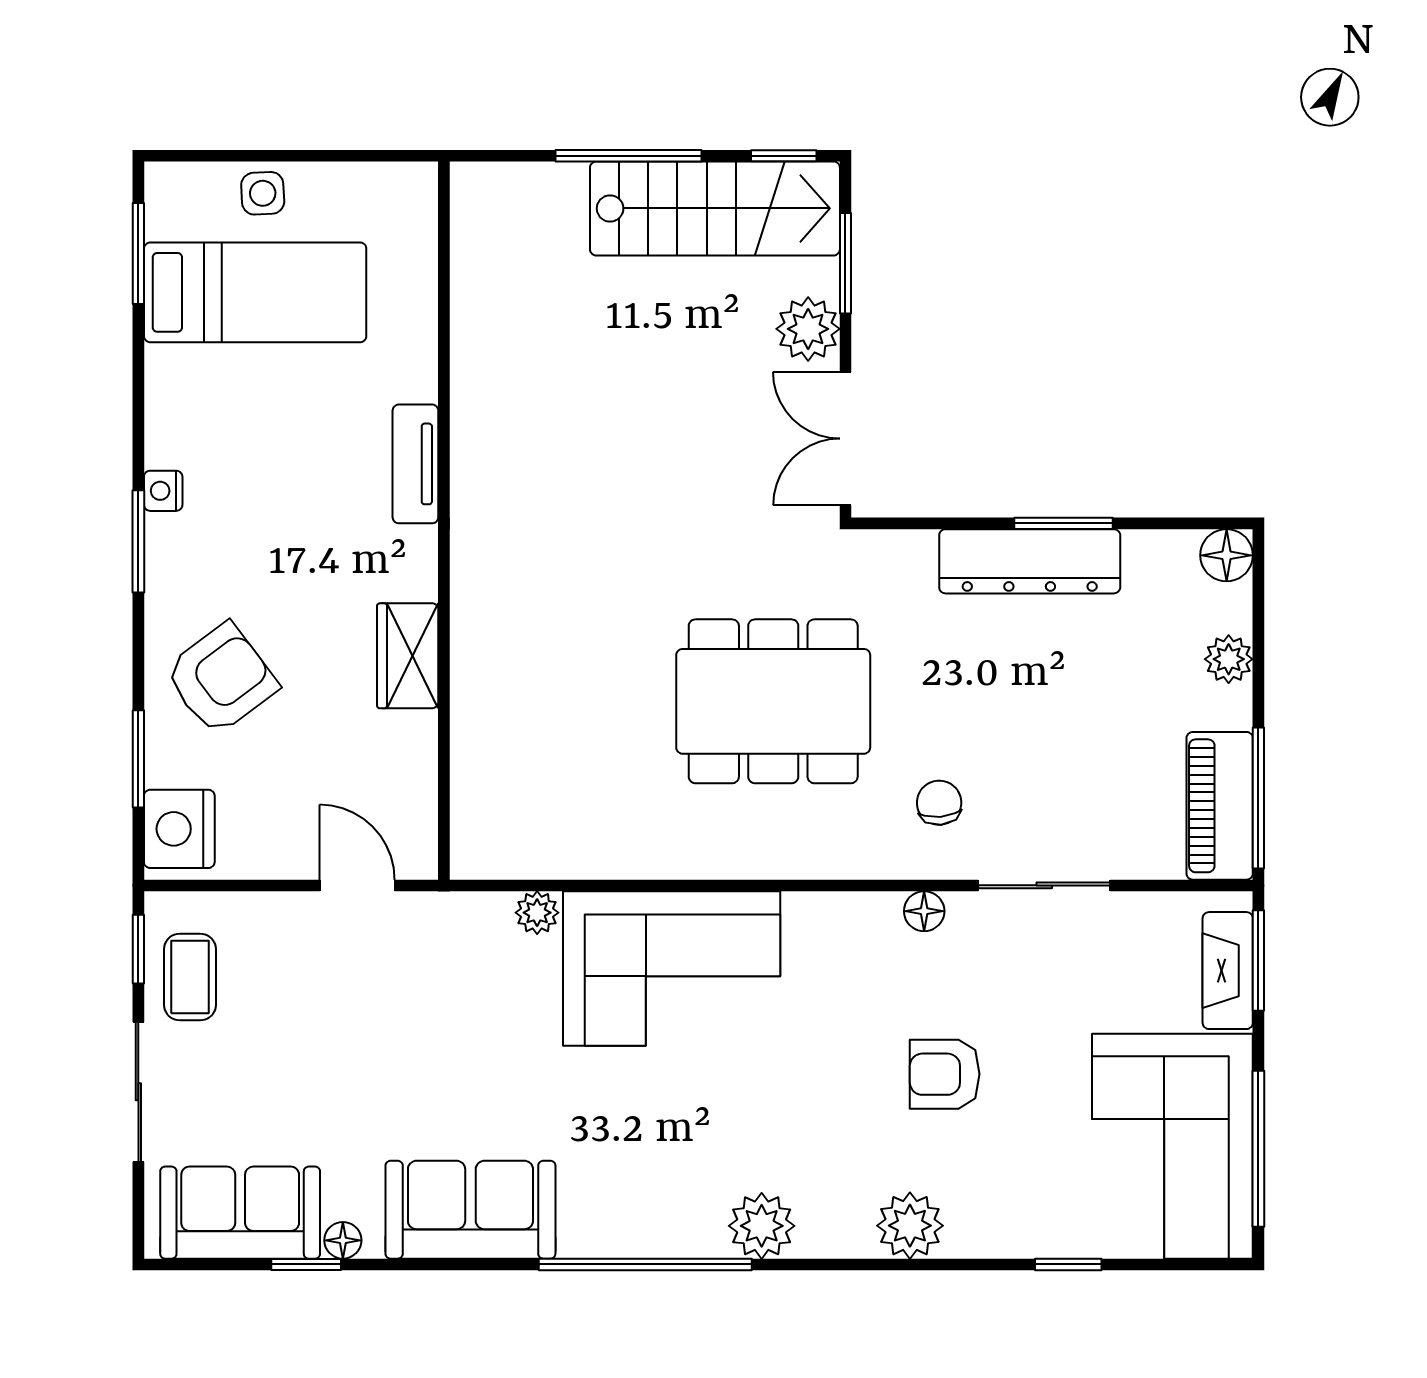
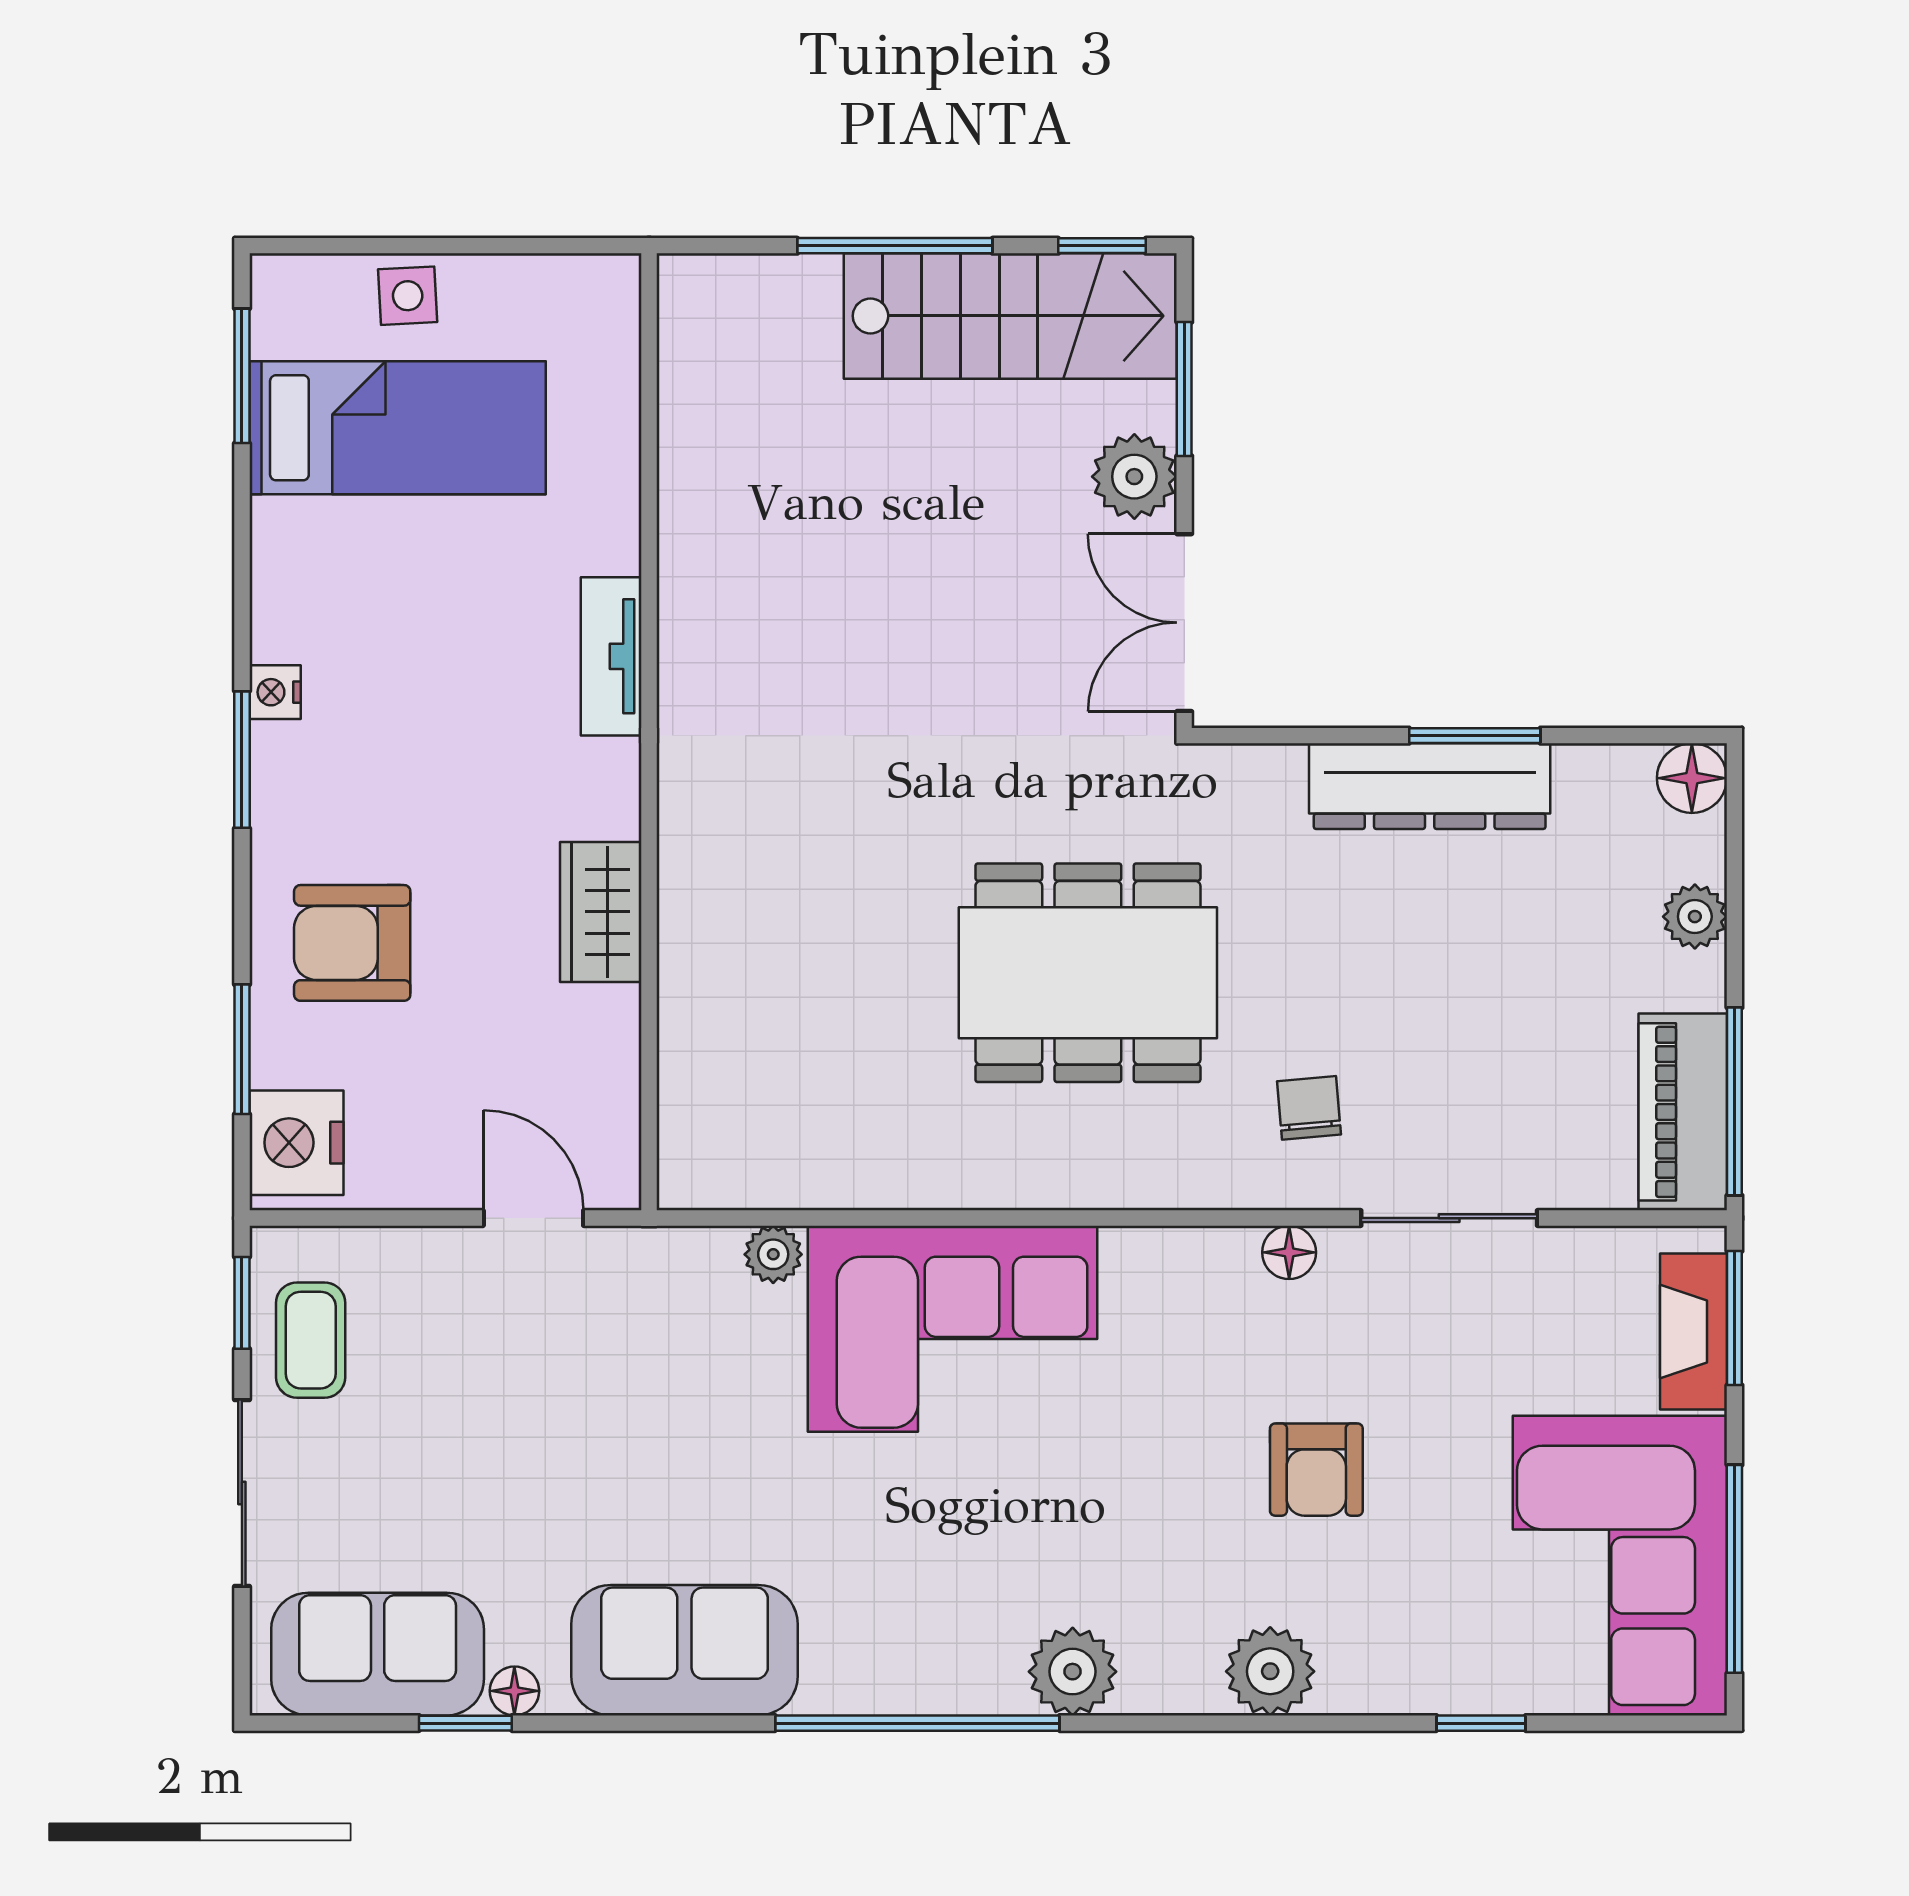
armchair: (221, 679) -> (352, 943), turned -143
armchair: (945, 1074) -> (1316, 1470), turned -90

